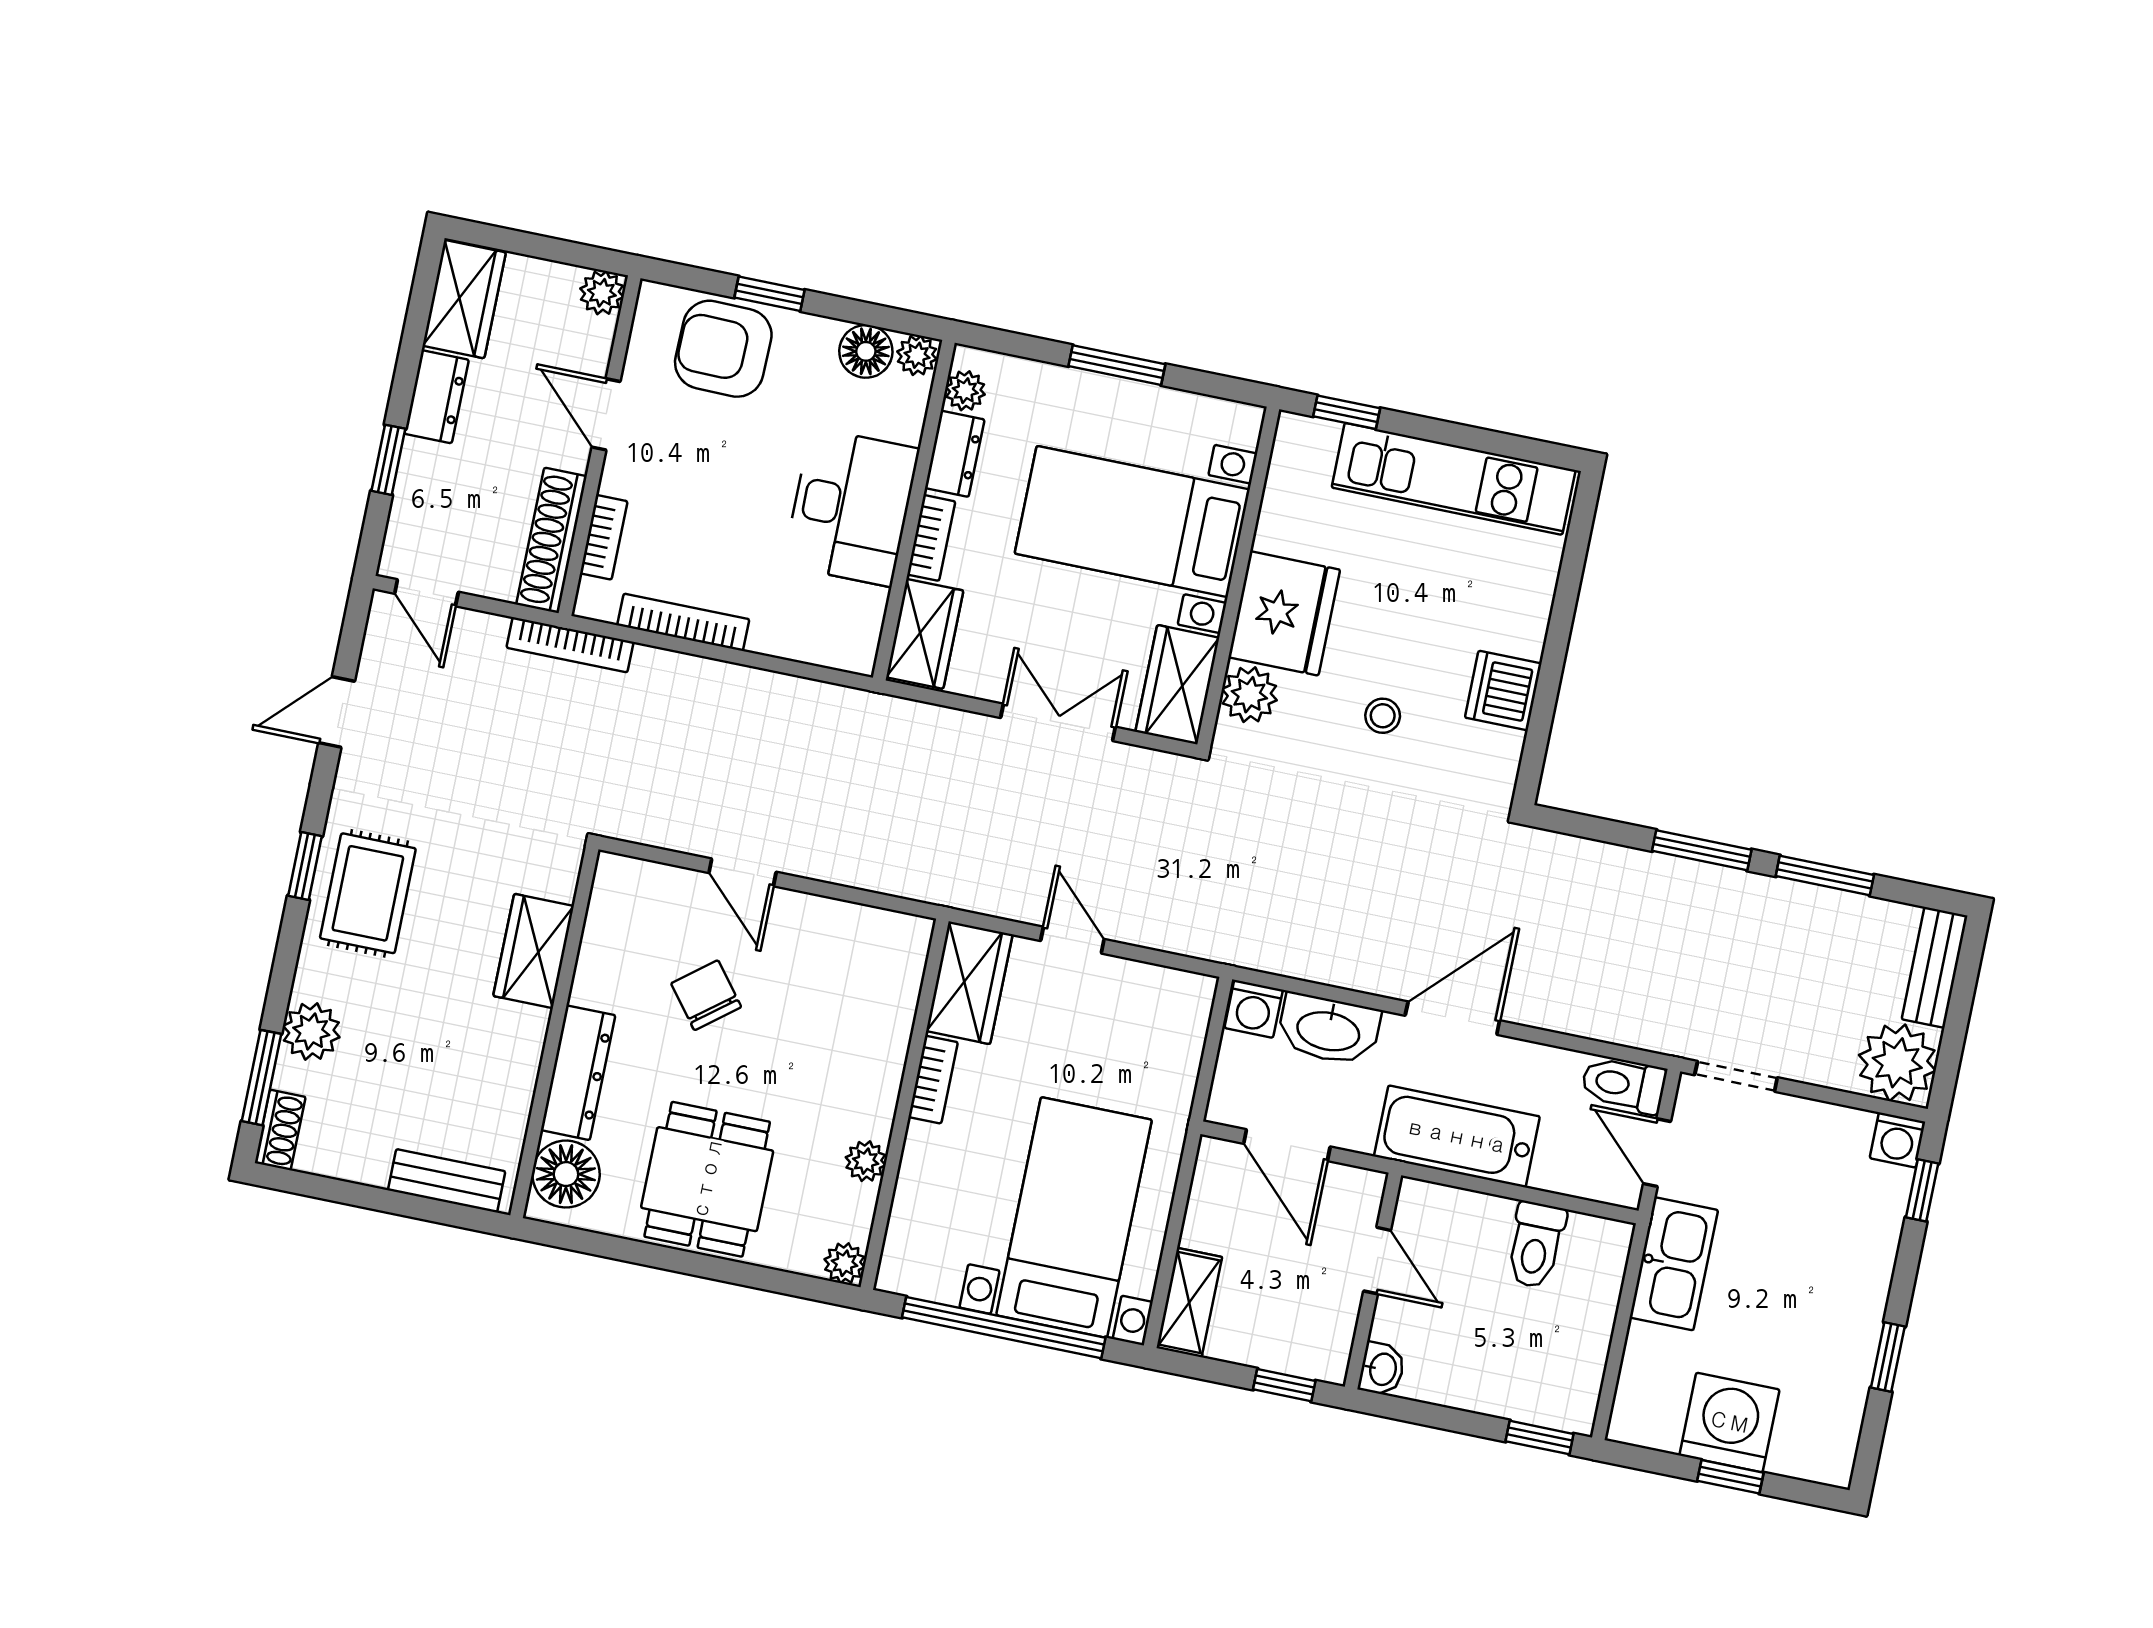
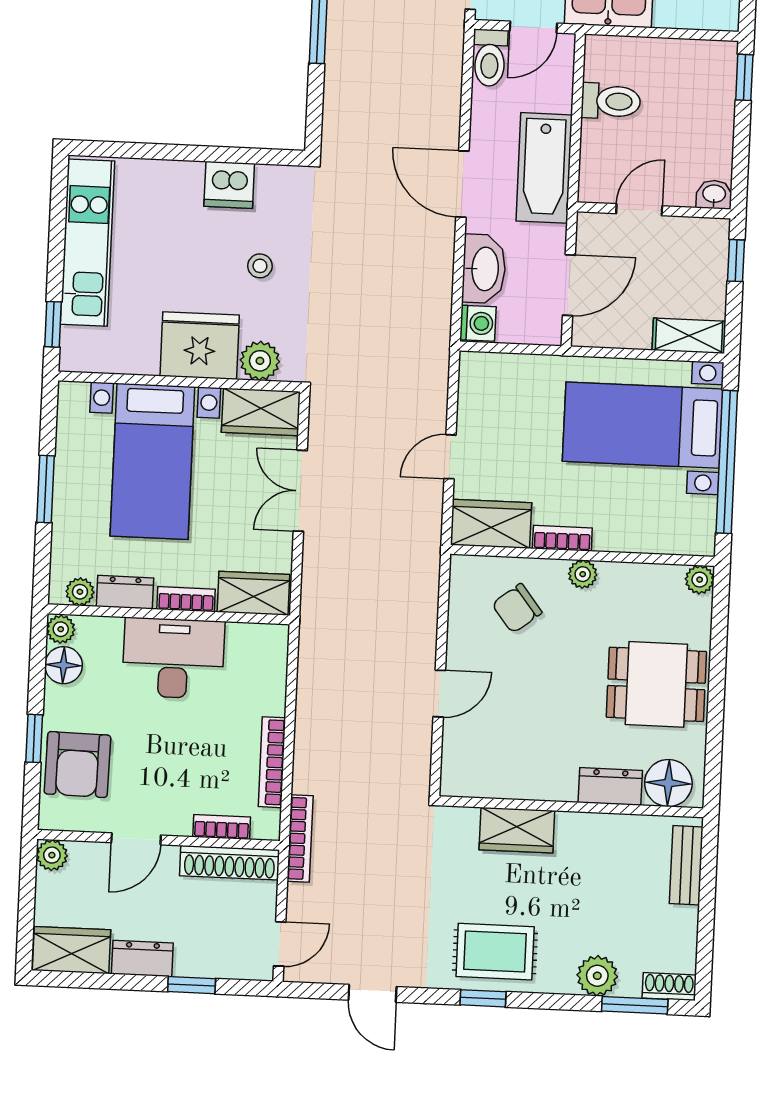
chair: (706, 995) -> (517, 608), moved
dresser: (578, 1073) -> (610, 786), width x0.70
plant: (866, 1161) -> (583, 574), moved

